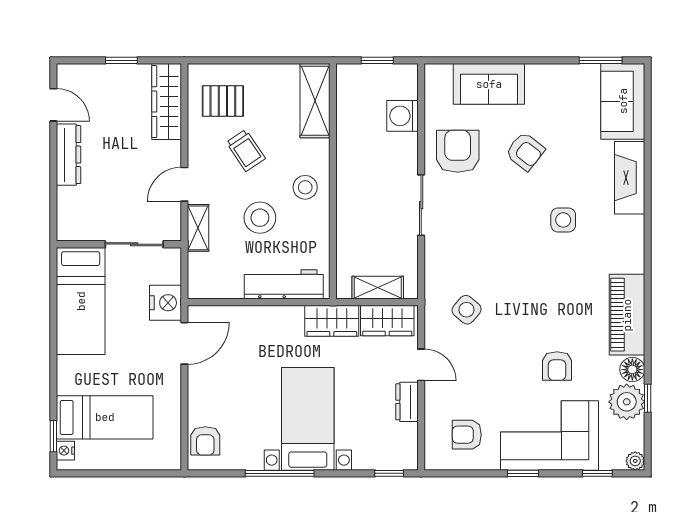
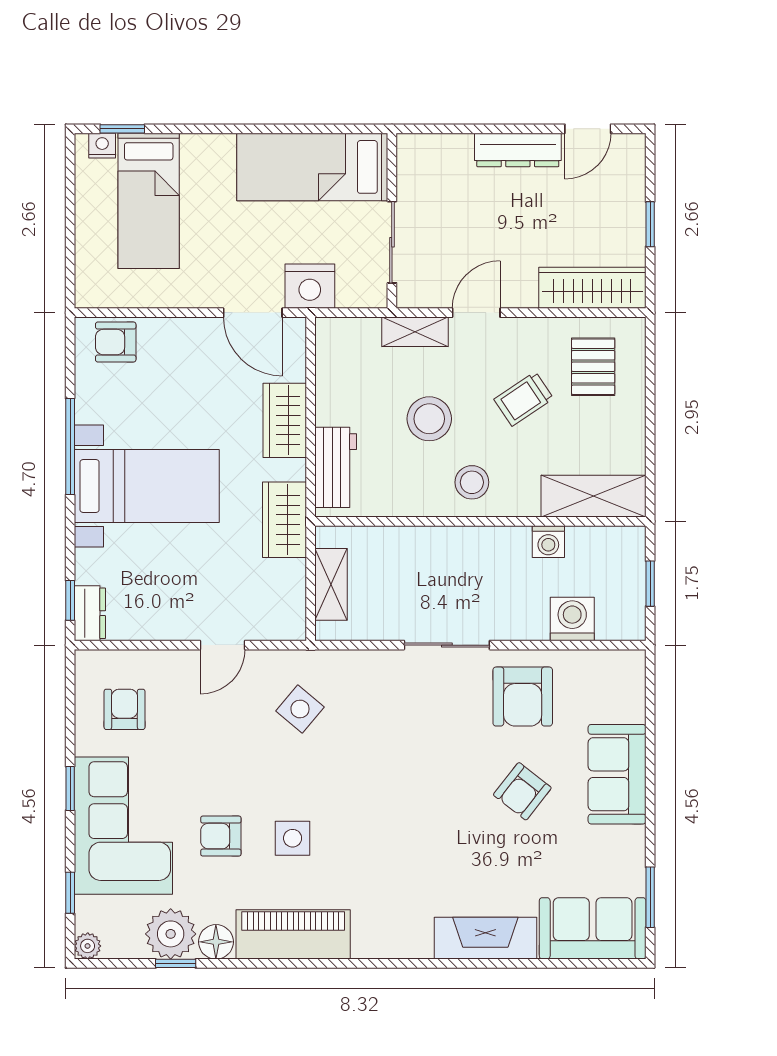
sofa: (489, 84) -> (617, 774), moved
washing machine: (347, 133) -> (548, 542), added
armchair: (458, 151) -> (523, 697), turned 90
door: (184, 184) -> (476, 313), hinge flipped
side table: (563, 220) -> (293, 838), moved
workbench: (284, 284) -> (336, 467), width x0.73
wardrobe: (387, 321) -> (285, 420), moved
dresser: (407, 402) -> (90, 613), moved, turned 90

